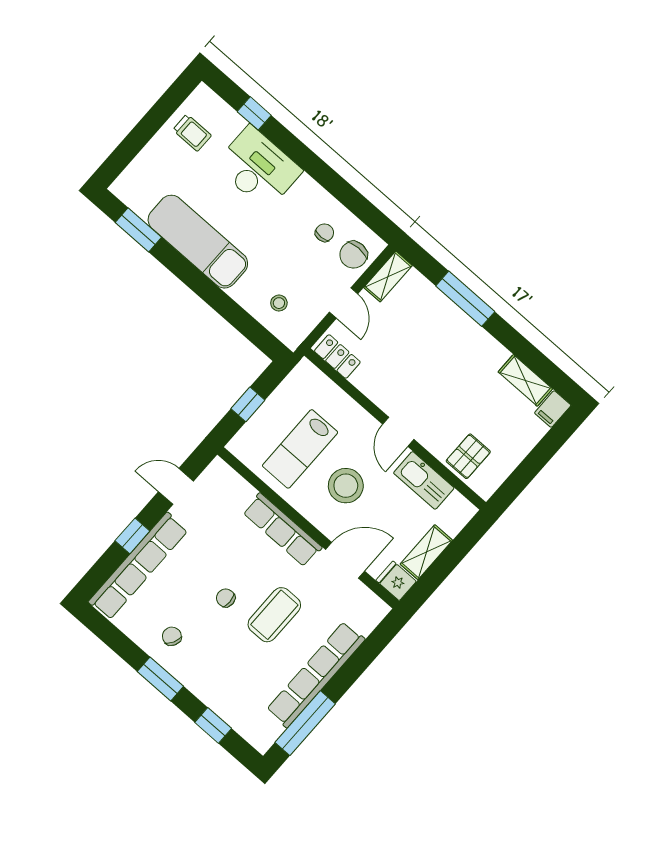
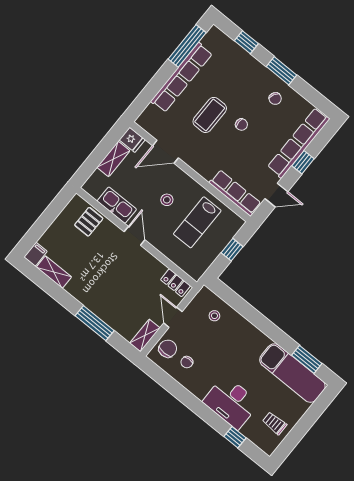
exam couch: (198, 242) -> (292, 373), moved
lab bench: (300, 449) -> (197, 222), turned 180
stool: (346, 486) -> (167, 200), width x0.53, depth x0.53
row of seats: (282, 530) -> (235, 193), moved

